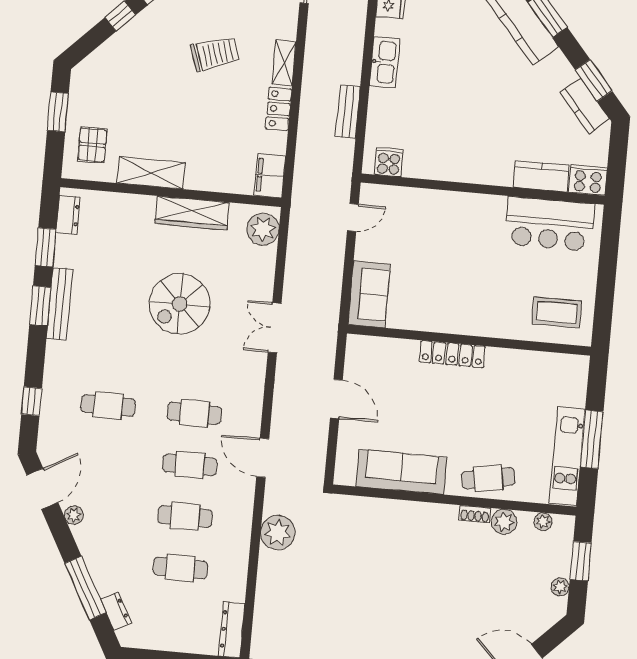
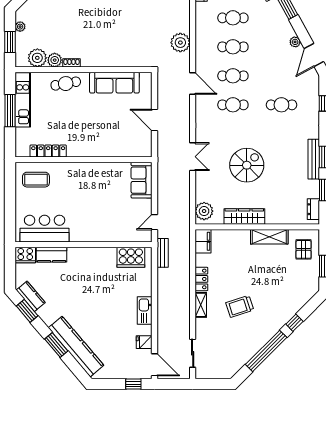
bench: (348, 112) -> (163, 253), moved
cooker: (389, 162) -> (131, 257), width x1.87, depth x1.31
locker: (452, 354) -> (48, 151), moved
plant: (543, 522) -> (37, 58), width x1.88, depth x1.88

